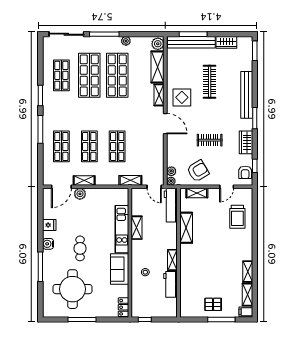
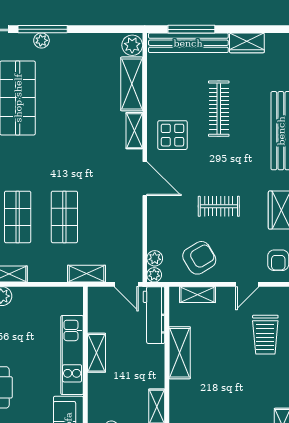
plant: (126, 41) -> (41, 40), moved
shop shelf: (117, 75) -> (64, 98), removed

